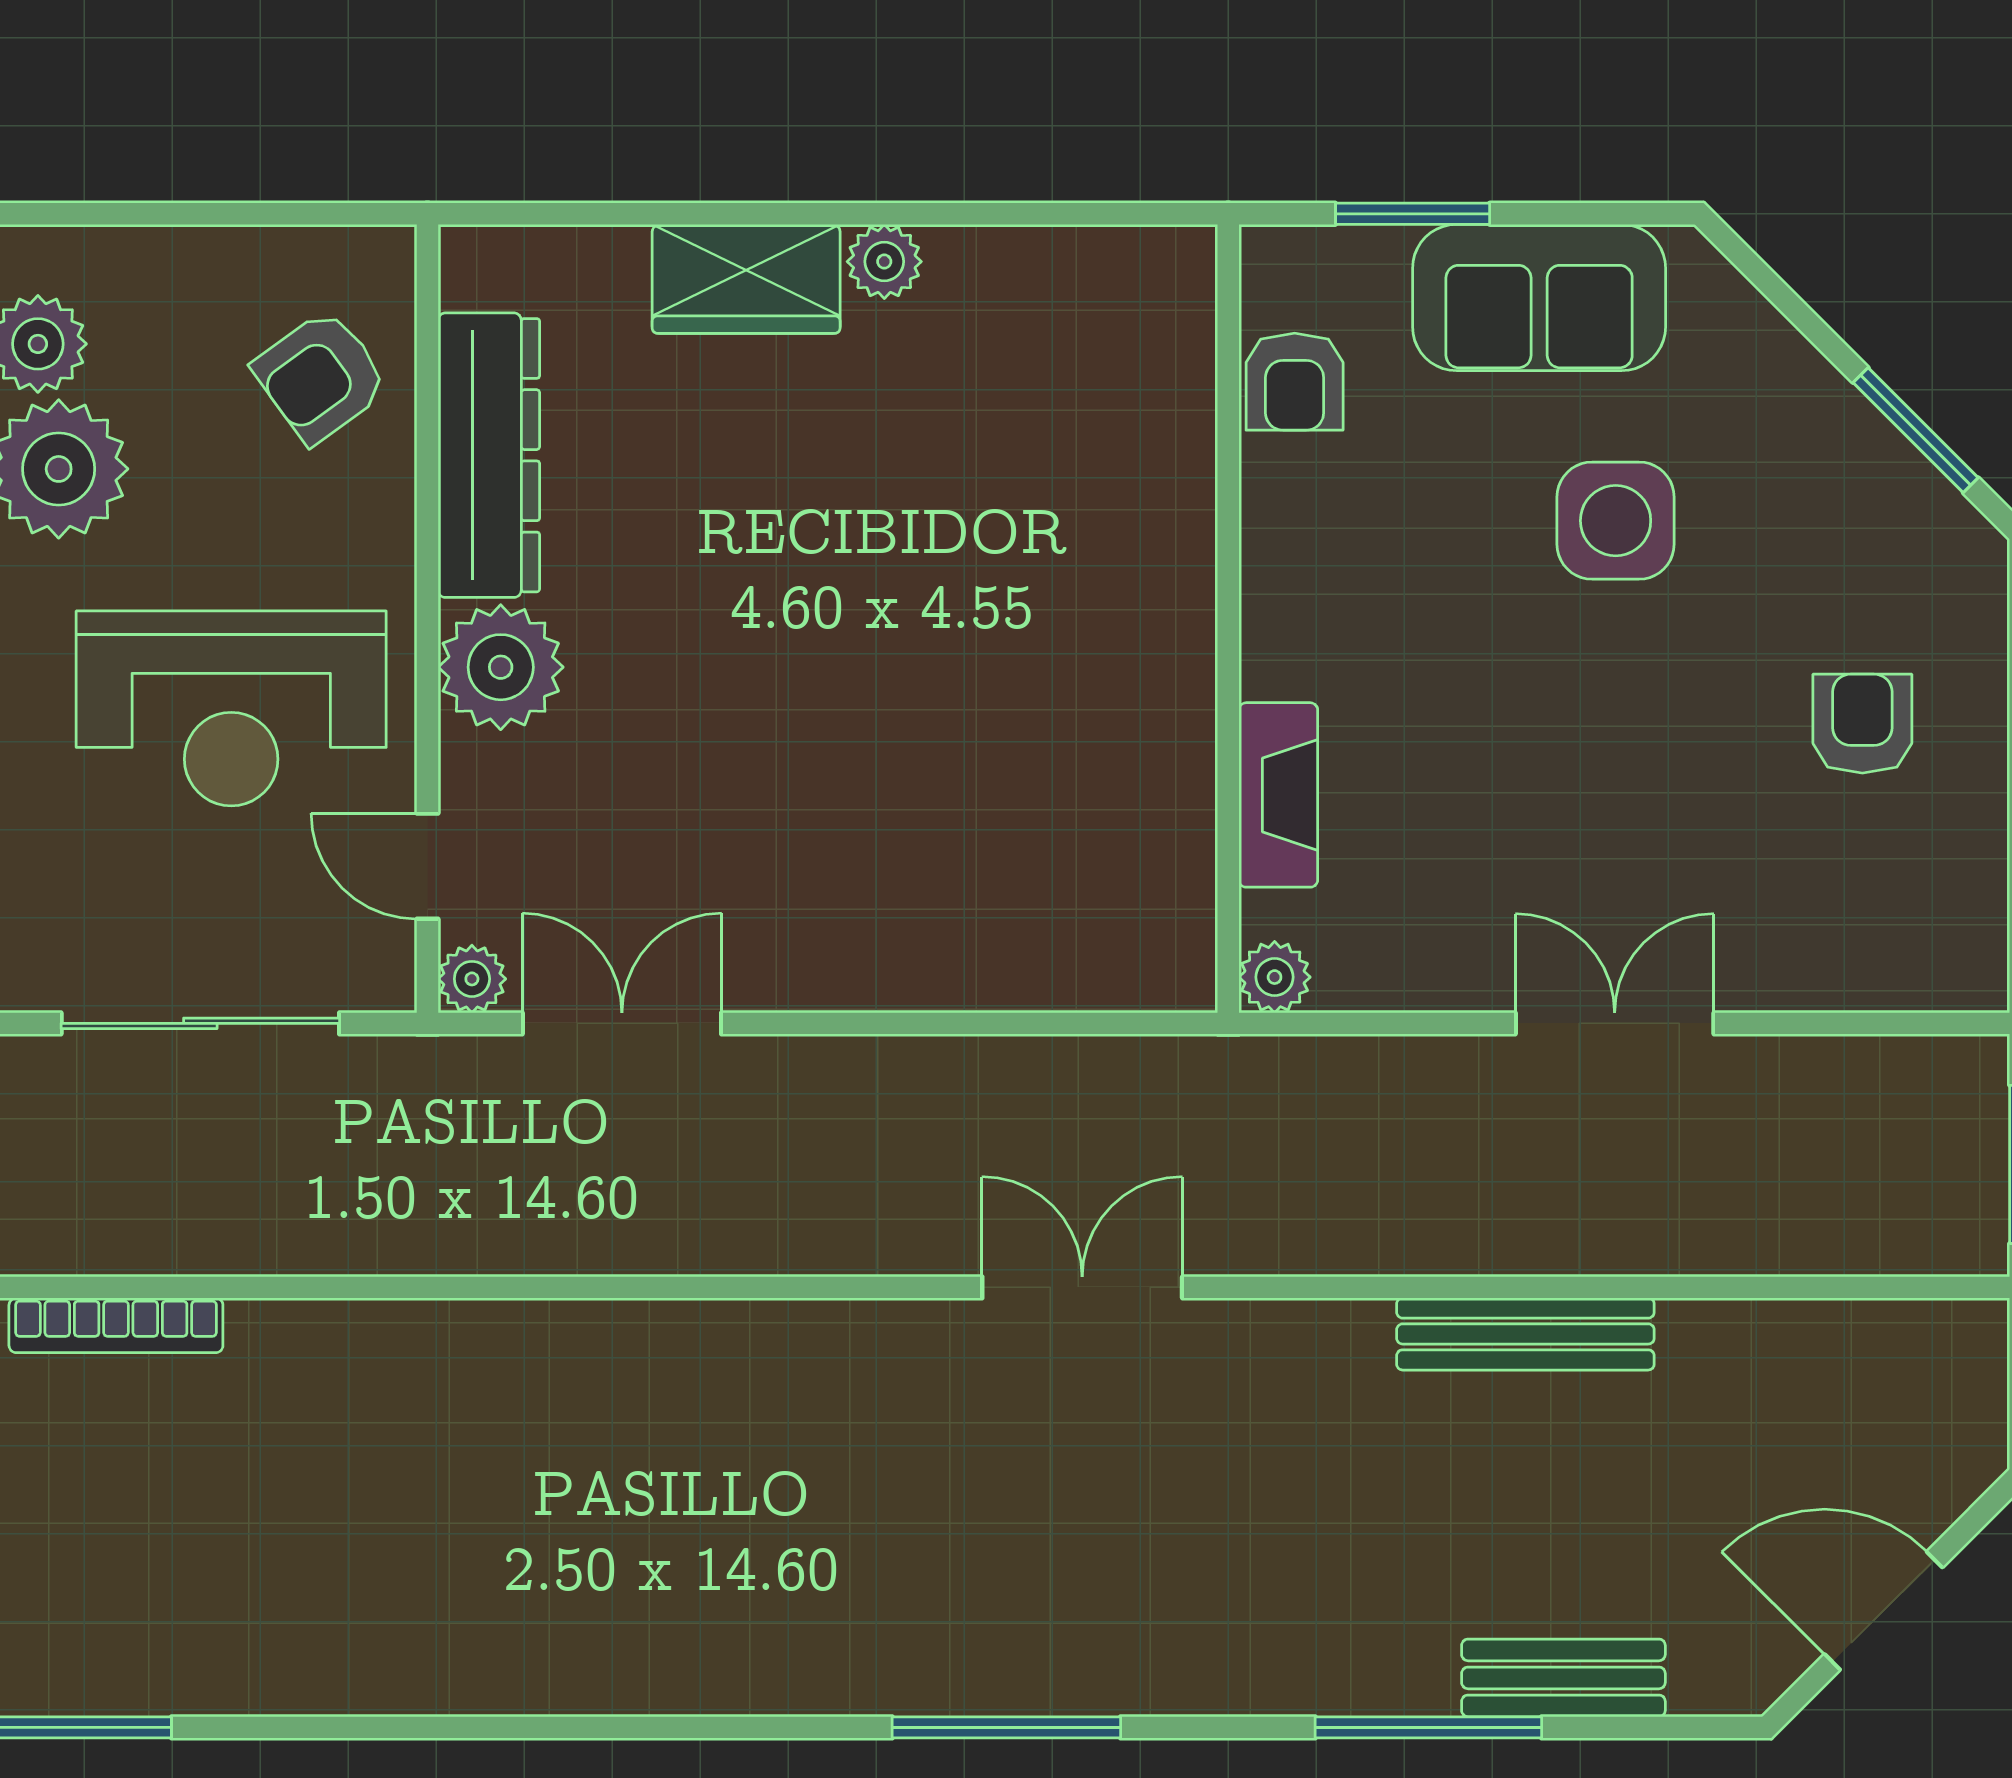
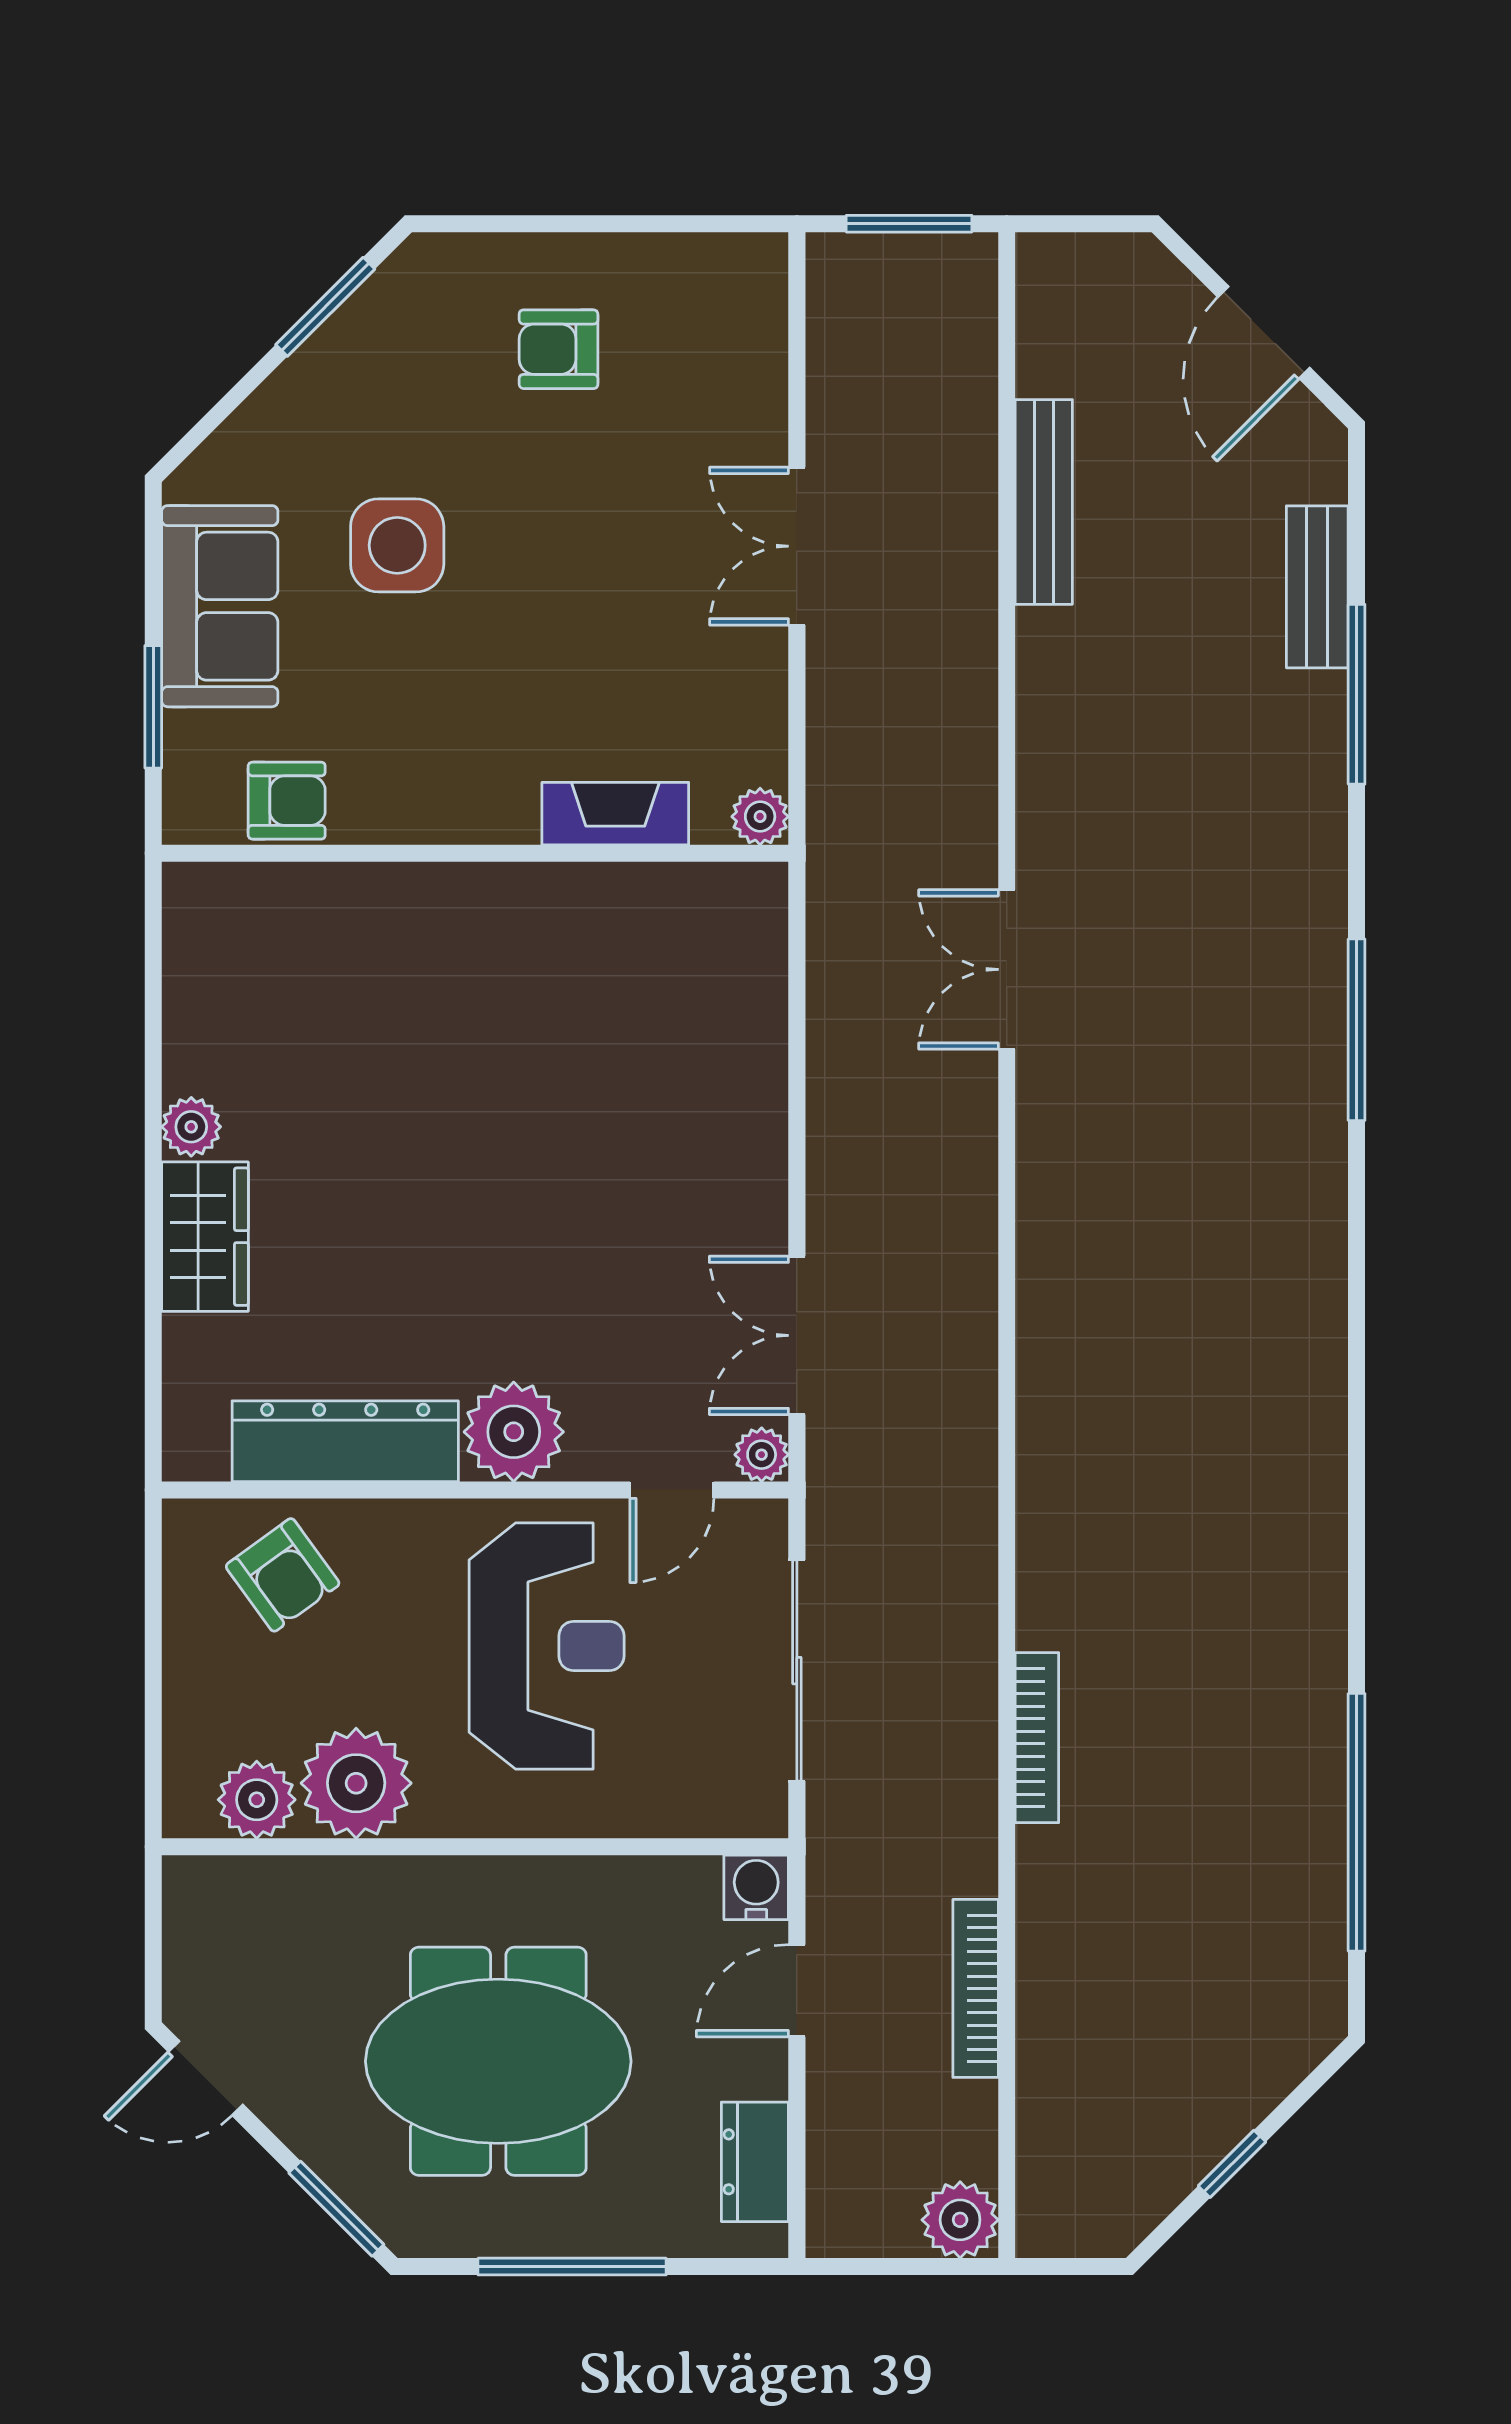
bench: (1525, 1334) -> (1044, 502), moved

